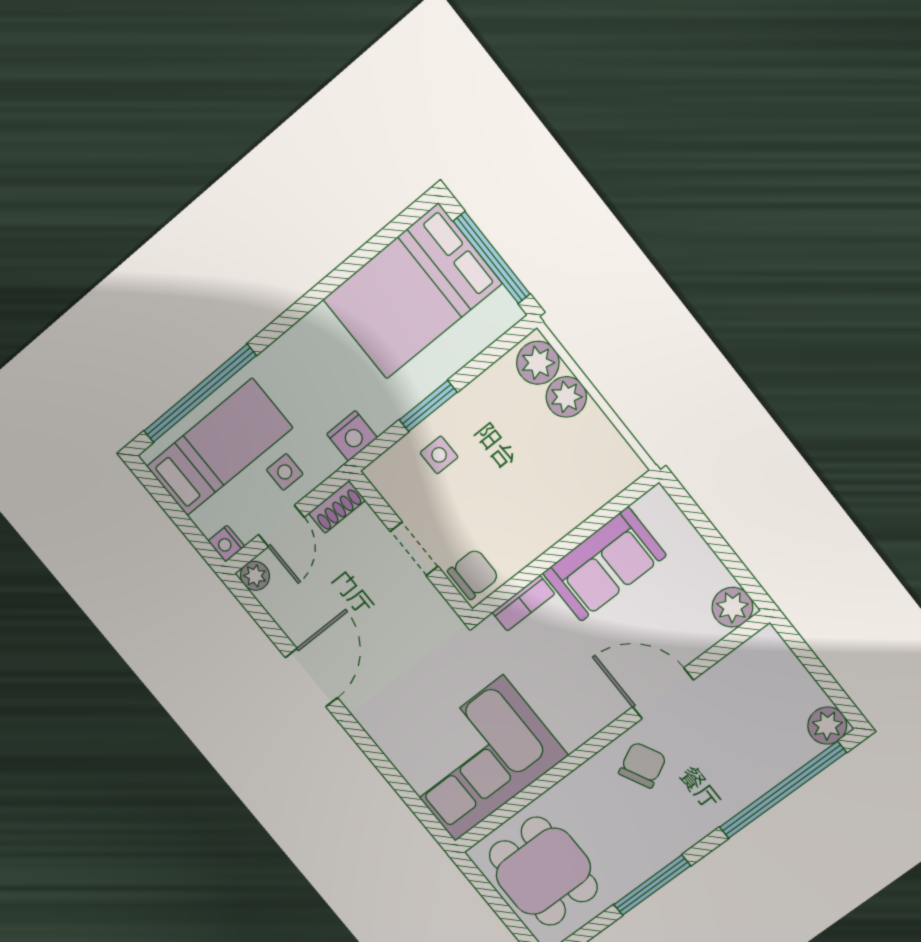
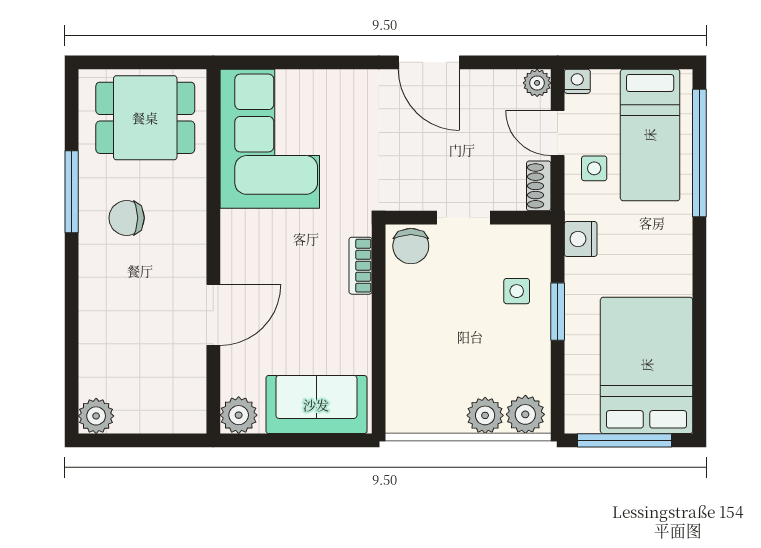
sofa: (604, 564) -> (316, 405), moved, turned 90
chair: (642, 765) -> (127, 218), moved, turned 117
window: (783, 790) -> (72, 346), removed

